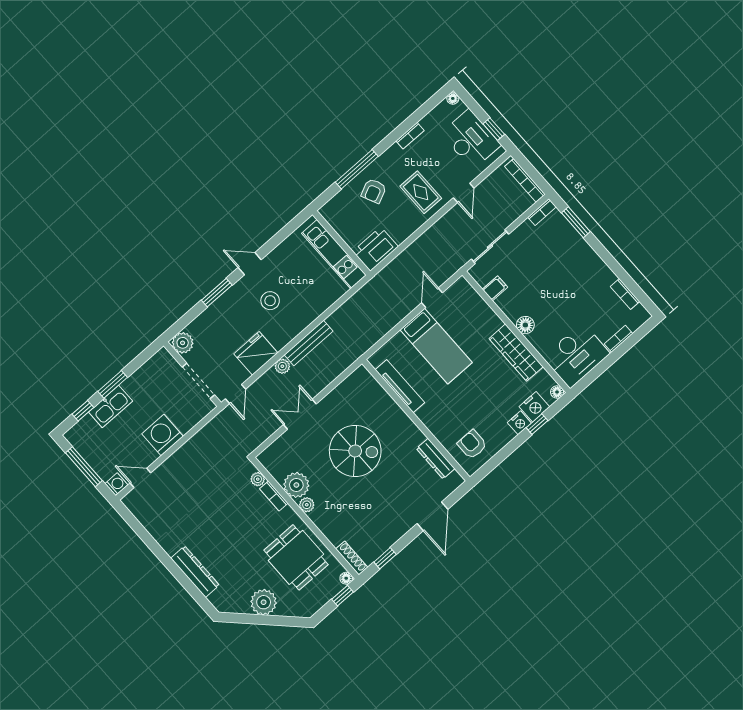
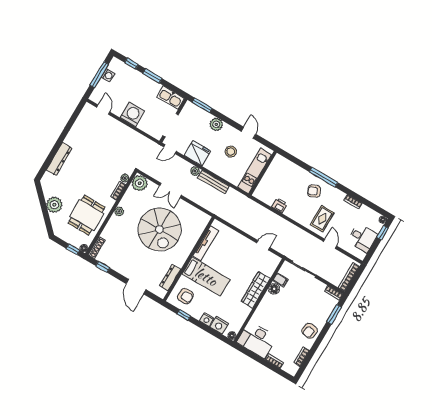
window: (494, 129) -> (382, 233), moved
desk: (471, 139) -> (362, 238), width x0.73
door: (464, 193) -> (330, 244), swing flipped
wall: (341, 243) -> (263, 173), moved
printer: (375, 249) -> (279, 205), width x0.53, depth x0.68
kitchen unit: (334, 254) -> (255, 171), moved
armchair: (589, 269) -> (310, 331), added
window: (217, 293) -> (202, 105), moved
floor lamp: (525, 325) -> (274, 289), moved
plant: (183, 343) -> (216, 124), moved
bed: (436, 346) -> (206, 277), moved, turned -90
wardrobe: (516, 353) -> (256, 290), moved
kitchen sink: (111, 406) -> (171, 97), moved
double door: (300, 414) -> (170, 190), swing flipped
window: (537, 424) -> (184, 315), moved
armchair: (472, 444) -> (185, 296), turned 90
spiral stairs: (355, 451) -> (159, 229), width x1.37, depth x1.37
washing machine: (116, 484) -> (108, 75), moved
plant: (296, 485) -> (140, 183), moved
door: (432, 516) -> (136, 287), hinge flipped

